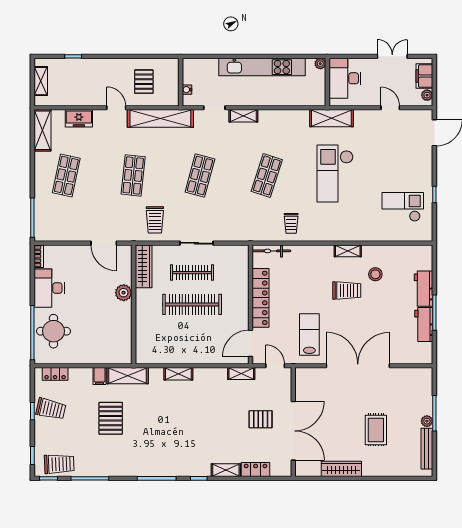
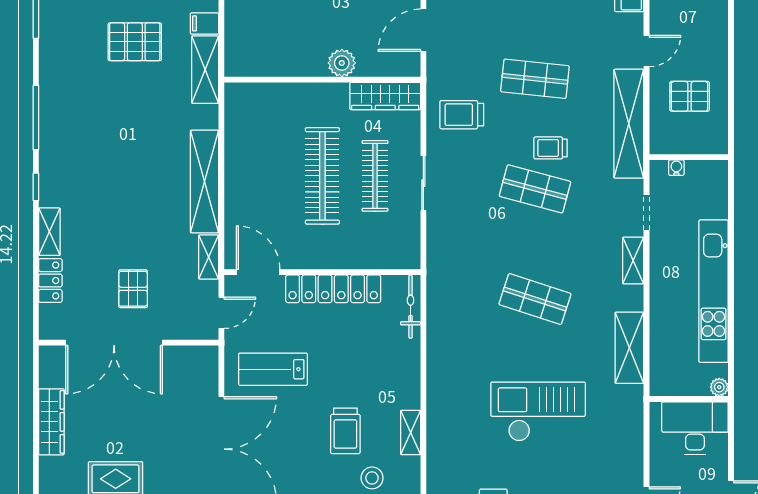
shelving: (331, 118) -> (629, 348), moved
trolley: (291, 223) -> (551, 148), moved
lab bench: (309, 334) -> (273, 369), turned 180
shelving: (178, 374) -> (205, 182), width x2.20, depth x1.33

